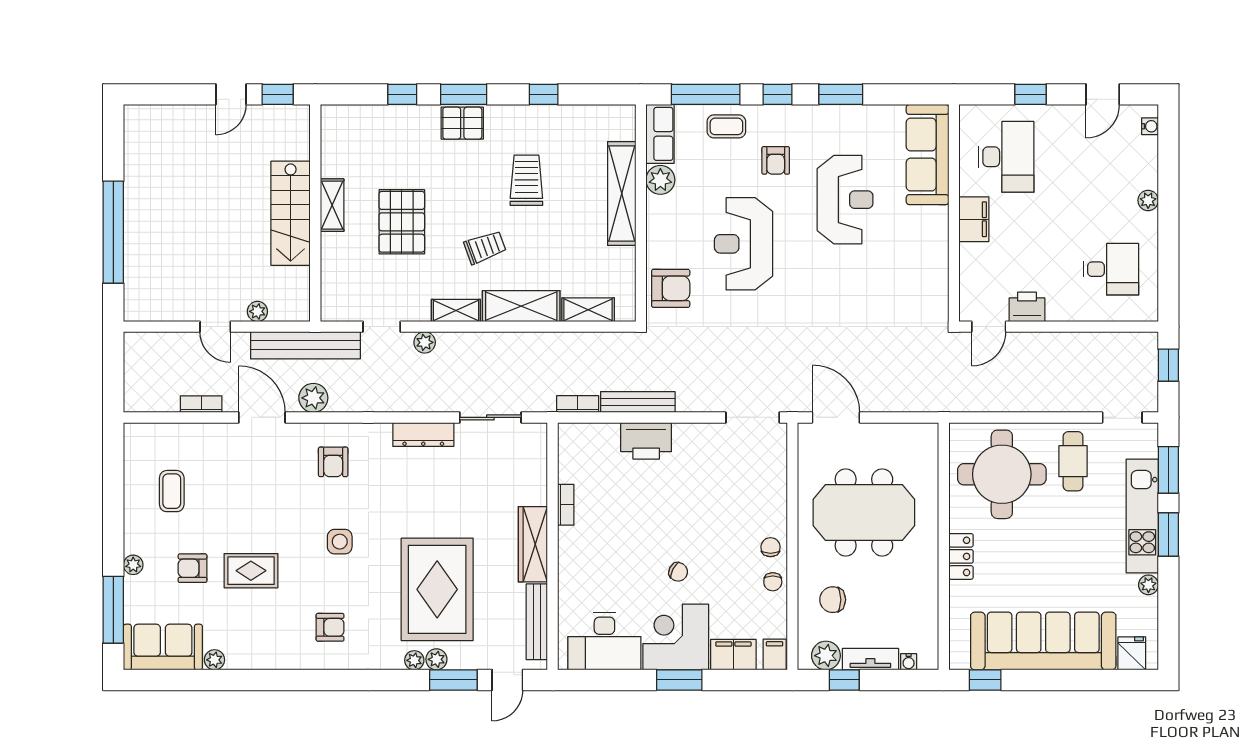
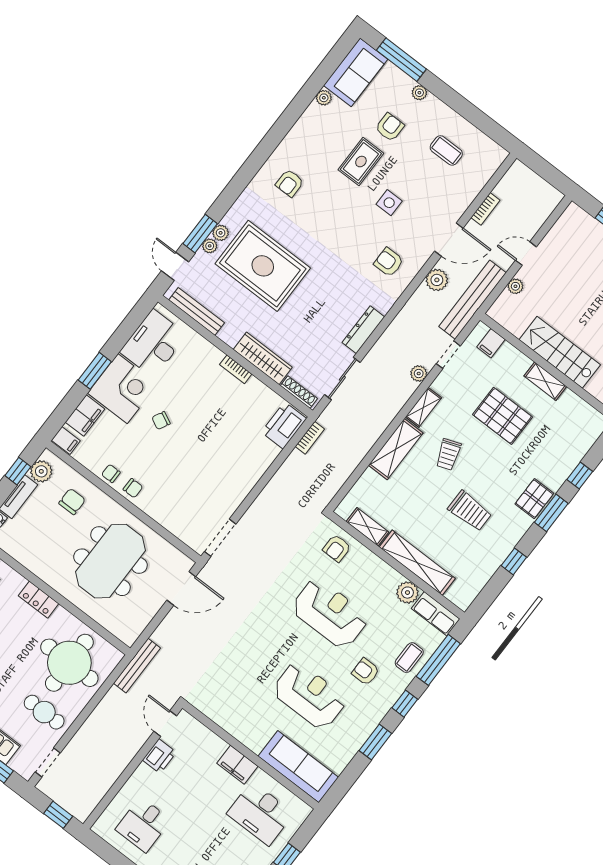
reception desk: (845, 200) -> (309, 696), turned 180
armchair: (671, 288) -> (337, 548), width x0.72, depth x0.72
filing cabinet: (336, 292) -> (491, 343), added
shelving: (588, 310) -> (368, 527), moved, turned 90
bench: (638, 402) -> (137, 666), moved
printer: (646, 441) -> (284, 425), moved
shoe rack: (539, 452) -> (299, 392), added
bookcase: (566, 505) -> (236, 369), moved
side table: (340, 542) -> (389, 203), moved
wardrobe: (533, 544) -> (263, 358), moved
plant: (414, 660) -> (210, 246), moved

